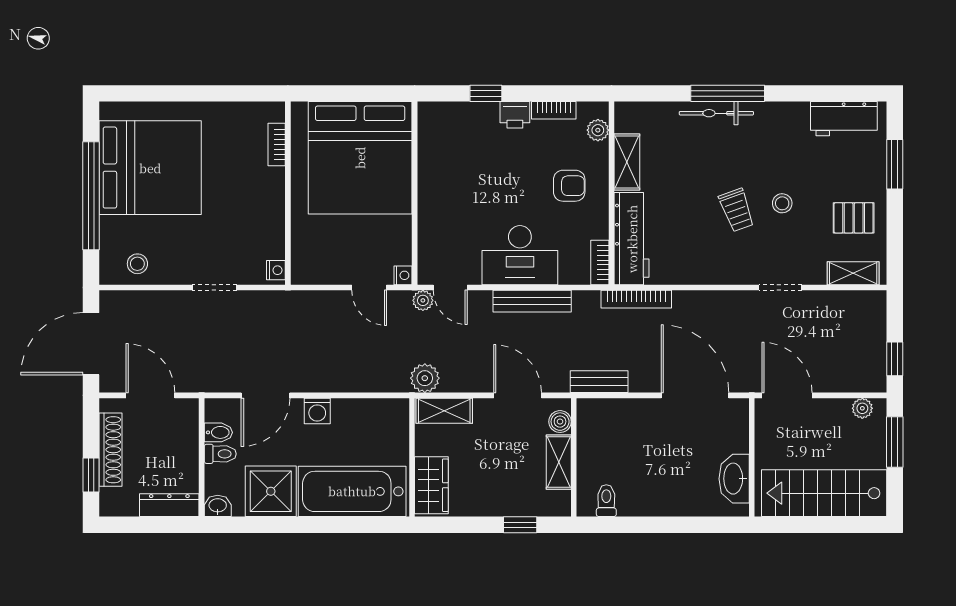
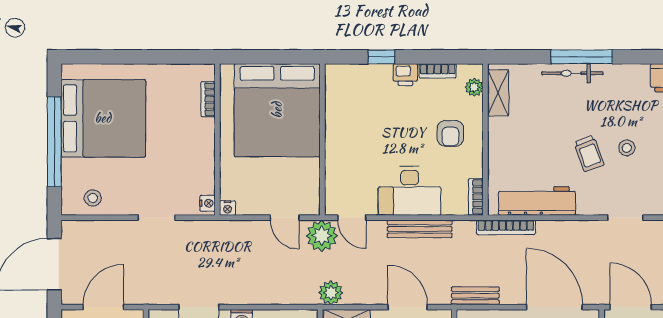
shelving: (627, 162) -> (498, 93), moved
armchair: (569, 186) -> (450, 133), turned 90
workbench: (632, 239) -> (537, 201), moved, turned -90
nightstand: (403, 275) -> (228, 208), moved, turned 90
plant: (423, 300) -> (322, 236), width x1.88, depth x1.88
door: (150, 395) -> (103, 307), hinge flipped

